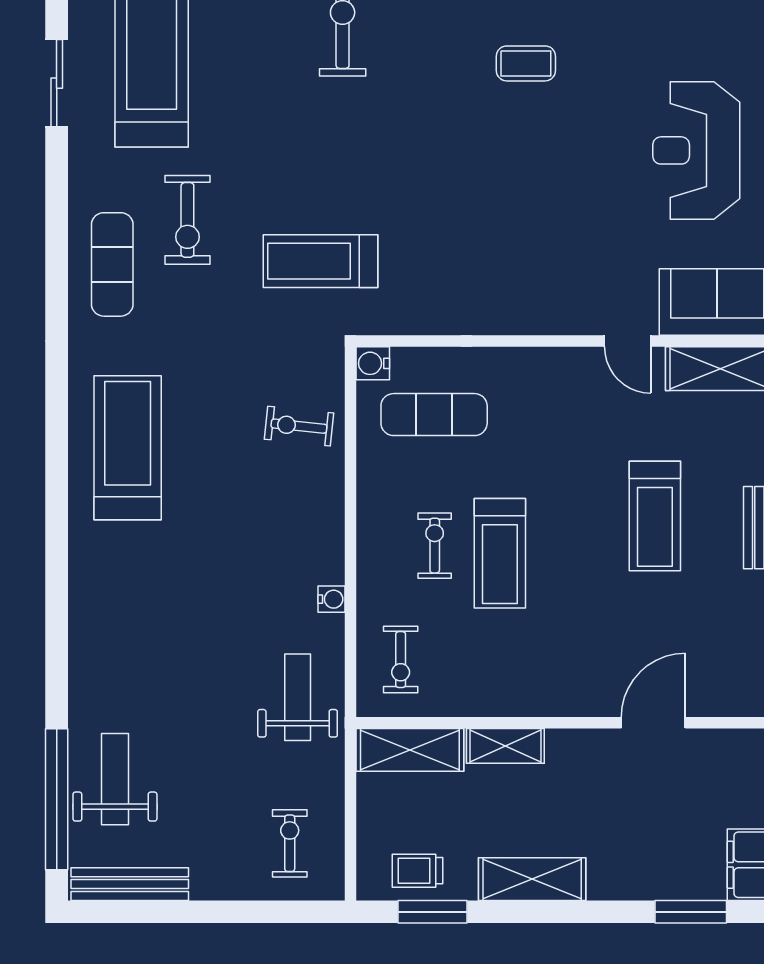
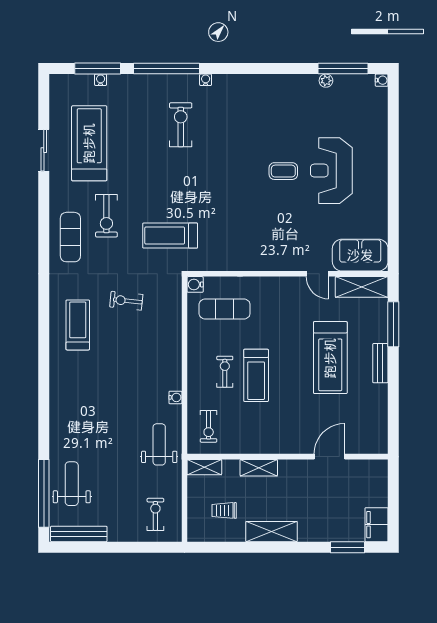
coffee table: (526, 63) -> (283, 171), moved
reception desk: (696, 150) -> (331, 171), moved
exercise bike: (299, 426) -> (126, 301), moved
treadmill: (128, 448) -> (78, 325), width x0.73, depth x0.73
treadmill: (655, 516) -> (330, 358), width x1.37, depth x1.38
shelving: (410, 750) -> (204, 467), width x0.67, depth x0.75
trolley: (417, 871) -> (224, 510), moved
window: (432, 912) -> (224, 547), removed

